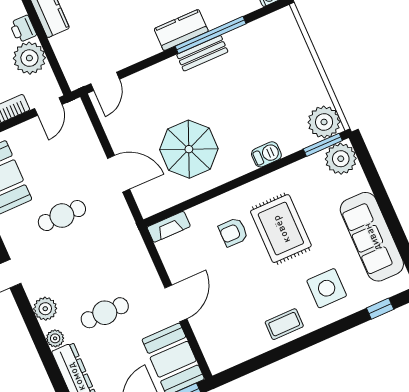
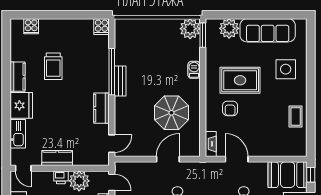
kitchen counter: (181, 30) -> (101, 108), moved
door: (105, 81) -> (112, 144), hinge flipped
plant: (341, 159) -> (229, 28), moved
door: (176, 303) -> (237, 159), moved
window: (380, 309) -> (311, 44), removed
coffee table: (284, 324) -> (296, 117), moved

